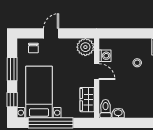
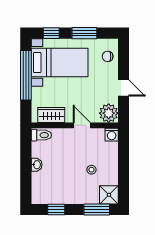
door: (51, 33) -> (124, 88), moved
washing machine: (105, 56) -> (112, 135), moved
door: (97, 72) -> (82, 125), swing flipped
washbasin: (118, 113) -> (37, 165), moved

